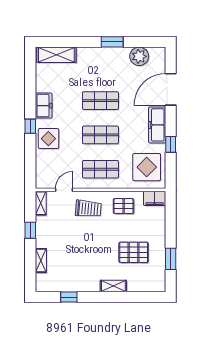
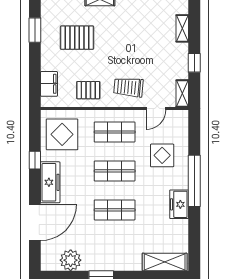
window: (30, 126) -> (194, 181), width x3.17
display table: (48, 139) -> (162, 155), moved
filing cabinet: (155, 198) -> (49, 84), moved, turned 90

